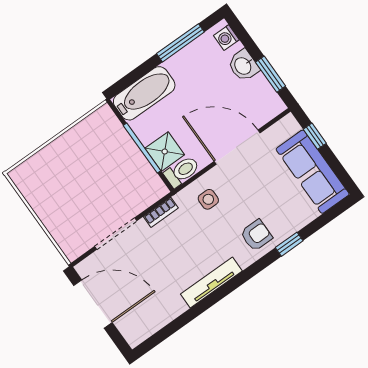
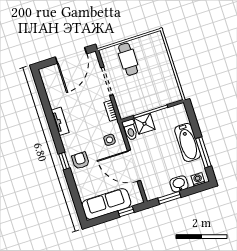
bathtub: (144, 93) -> (188, 142), moved
door: (237, 147) -> (134, 166), swing flipped
cafe table: (70, 211) -> (128, 59), added
armchair: (256, 235) -> (80, 161), turned 180
window: (289, 244) -> (64, 161), moved
tv unit: (211, 283) -> (60, 121), width x0.71

